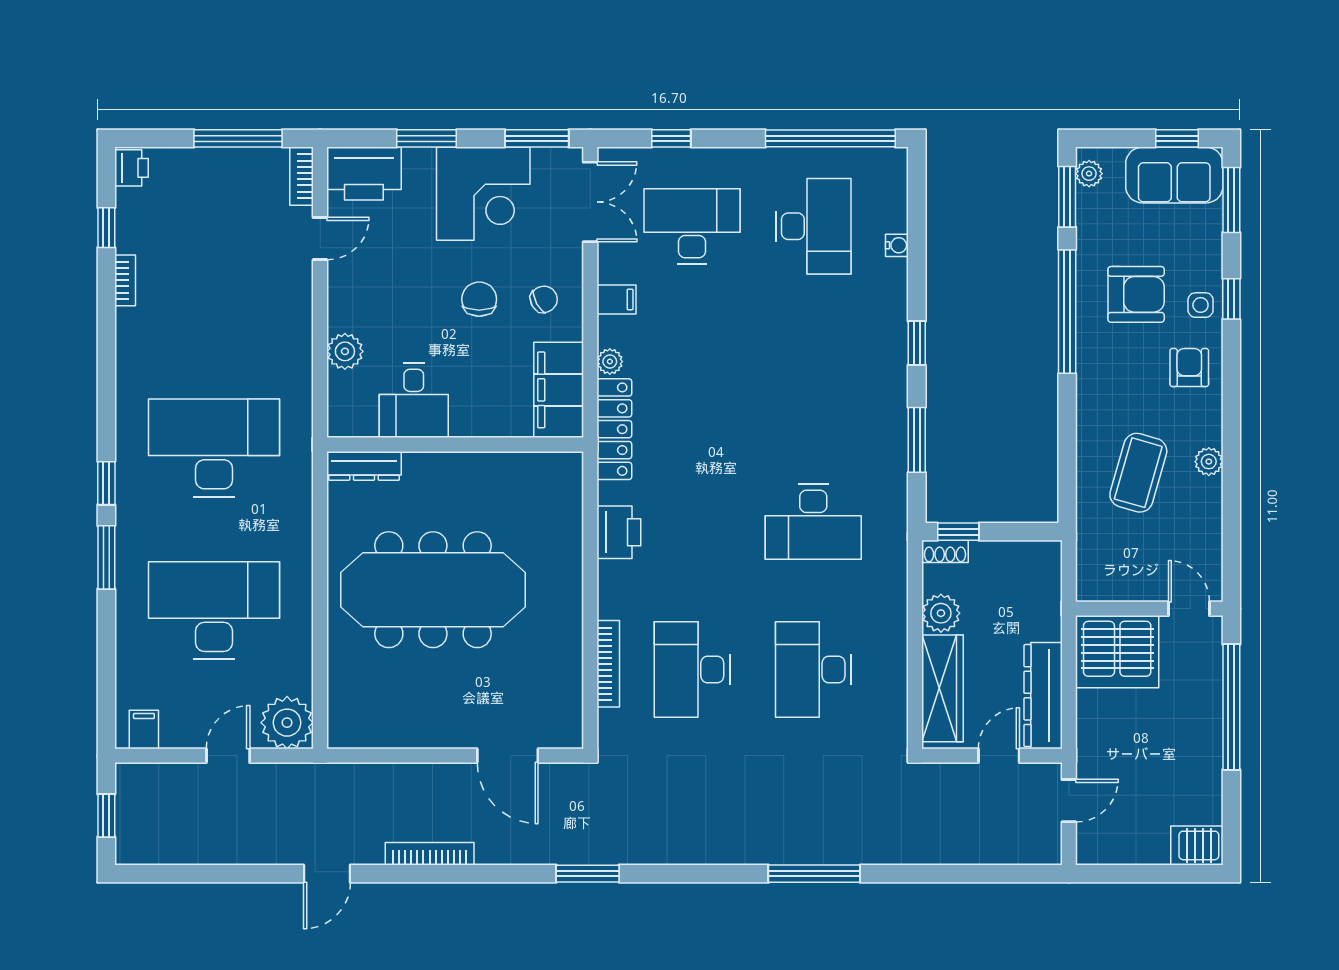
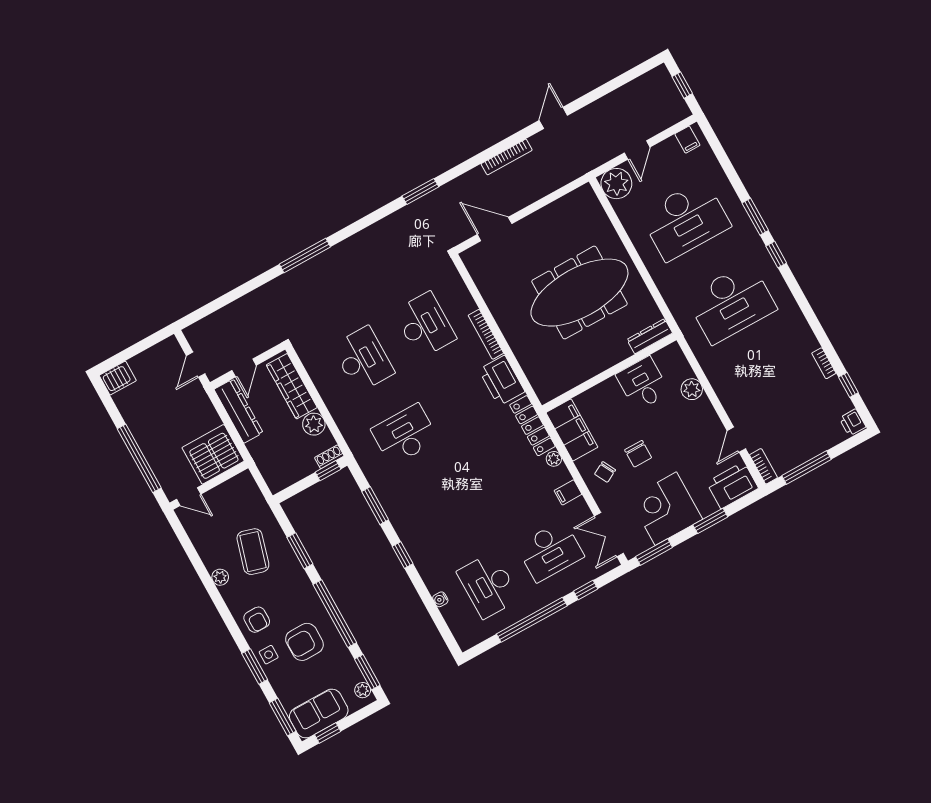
window: (830, 138) -> (532, 620), moved
window: (1231, 299) -> (255, 667), width x1.50
window: (1067, 435) -> (300, 551), added
printer: (619, 532) -> (502, 381), width x1.37, depth x1.19
bookcase: (608, 664) -> (486, 334), moved

